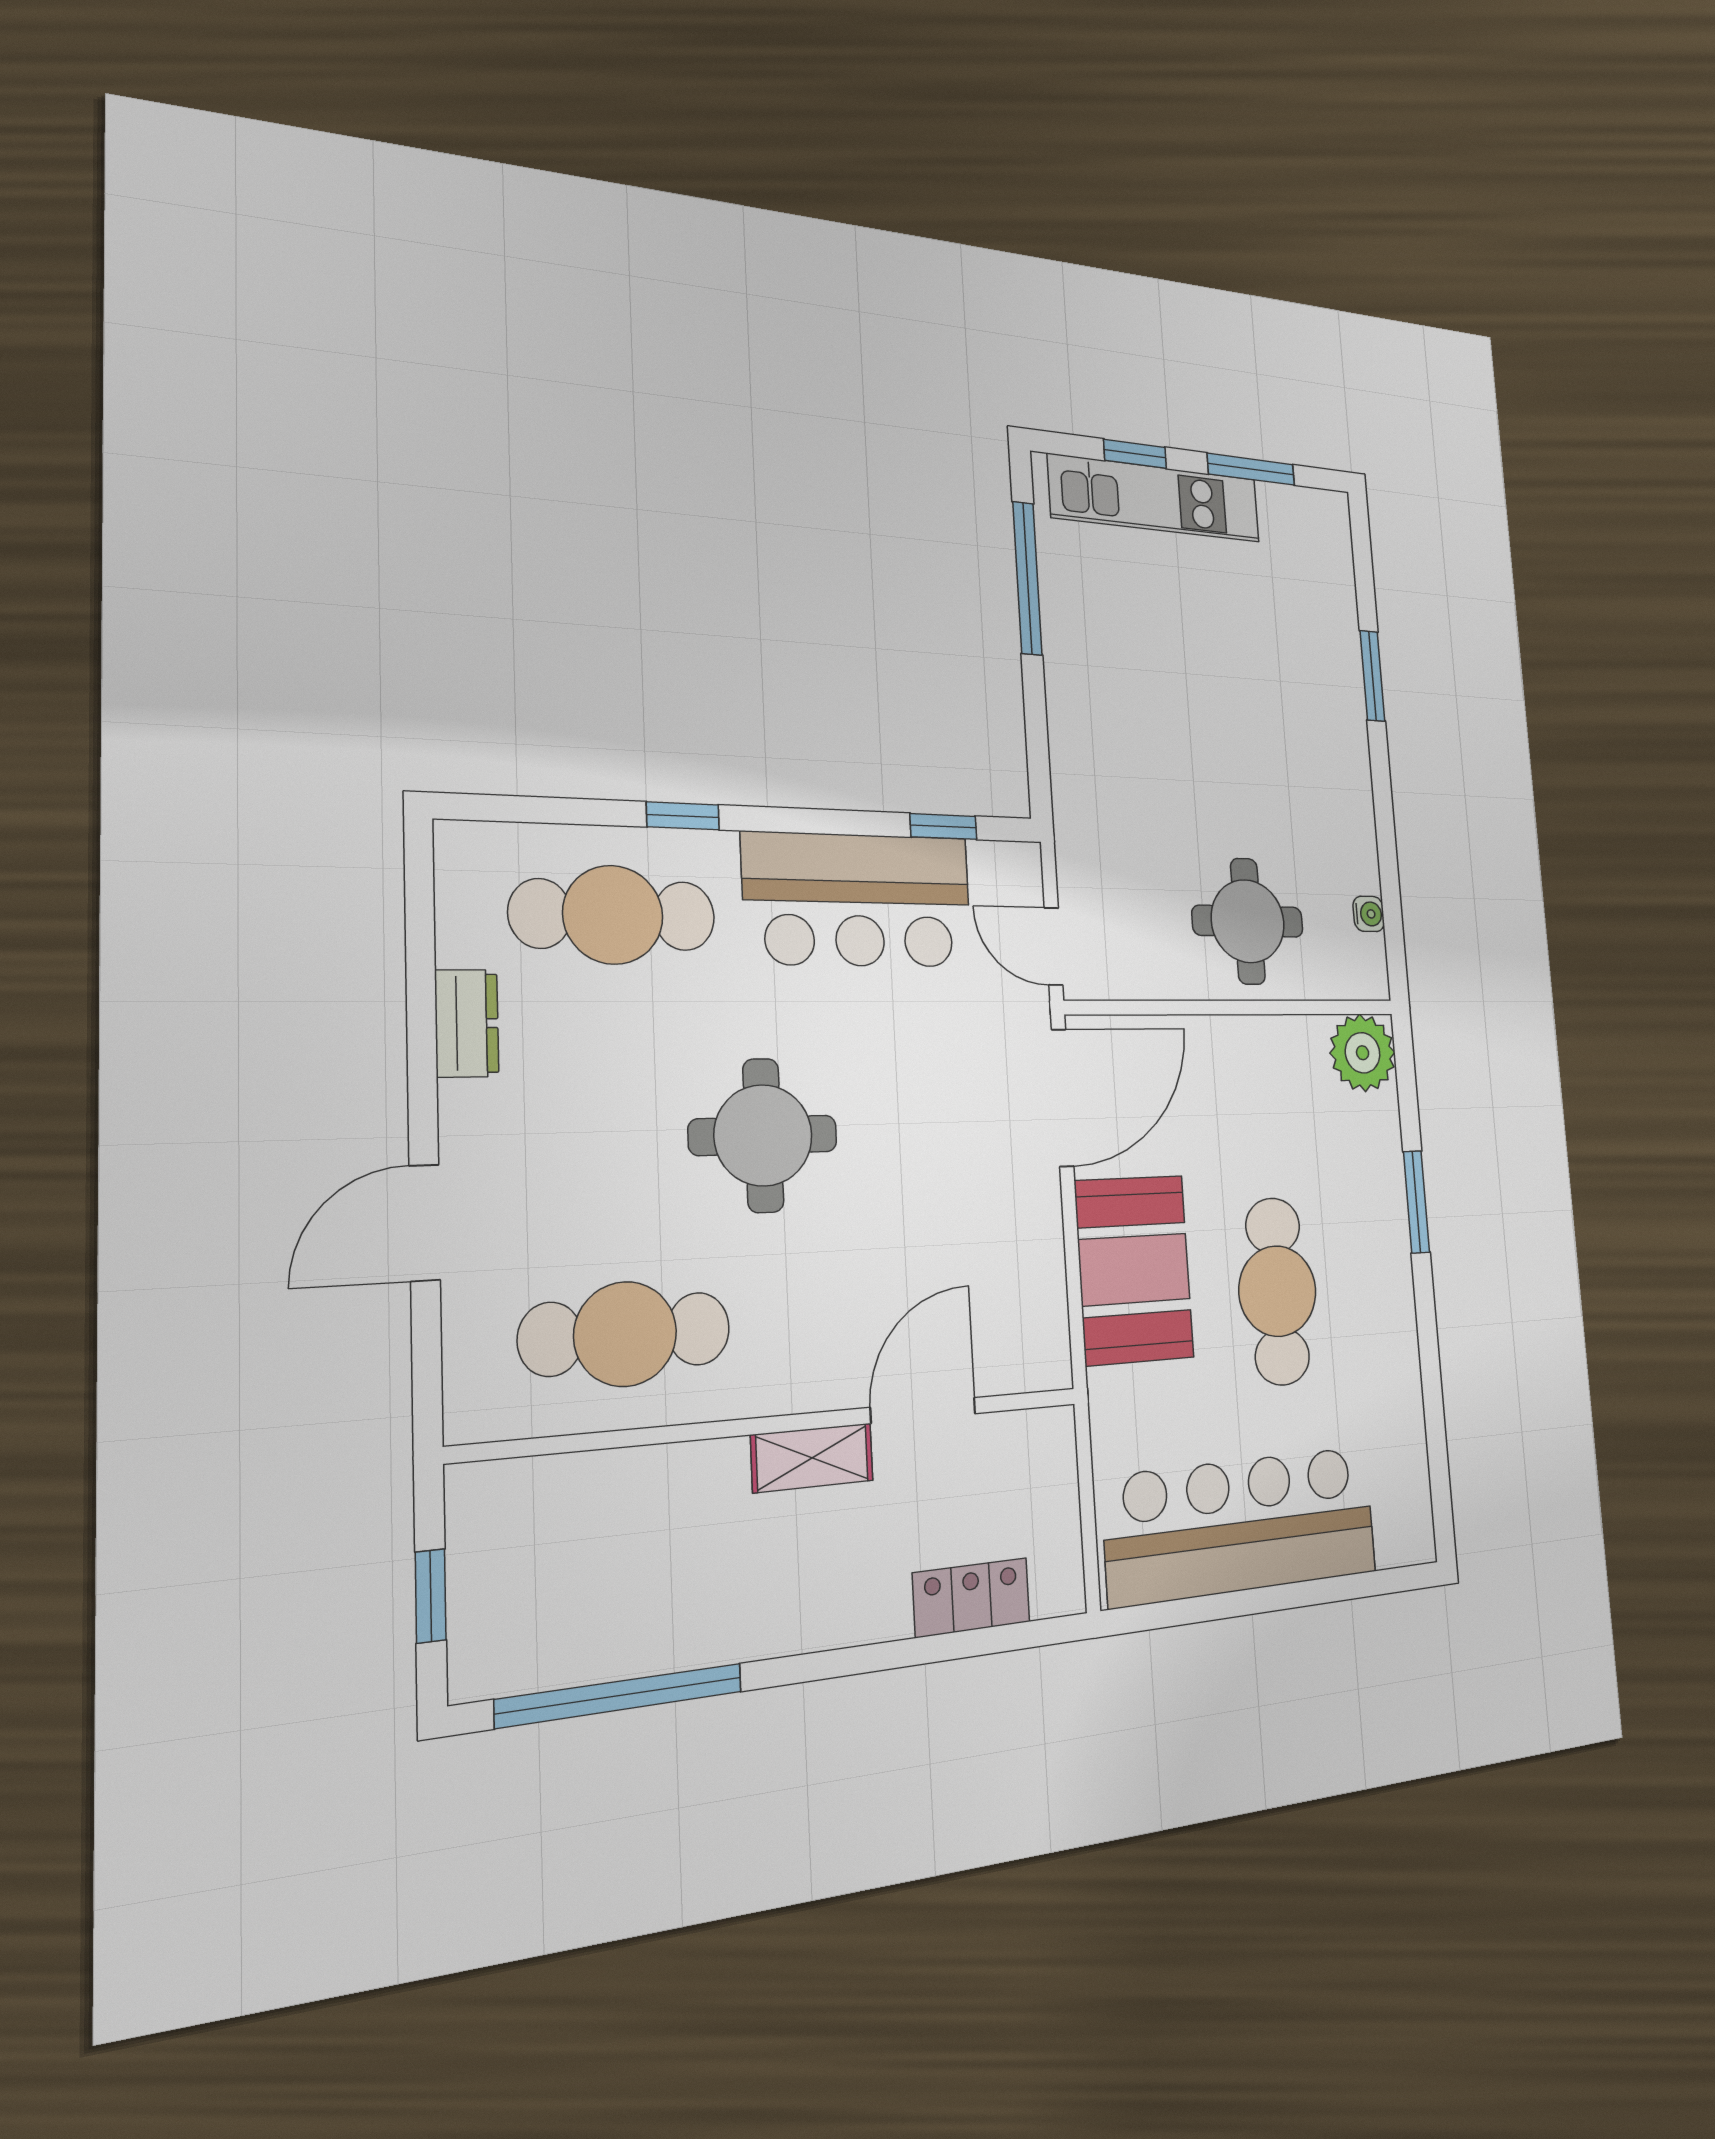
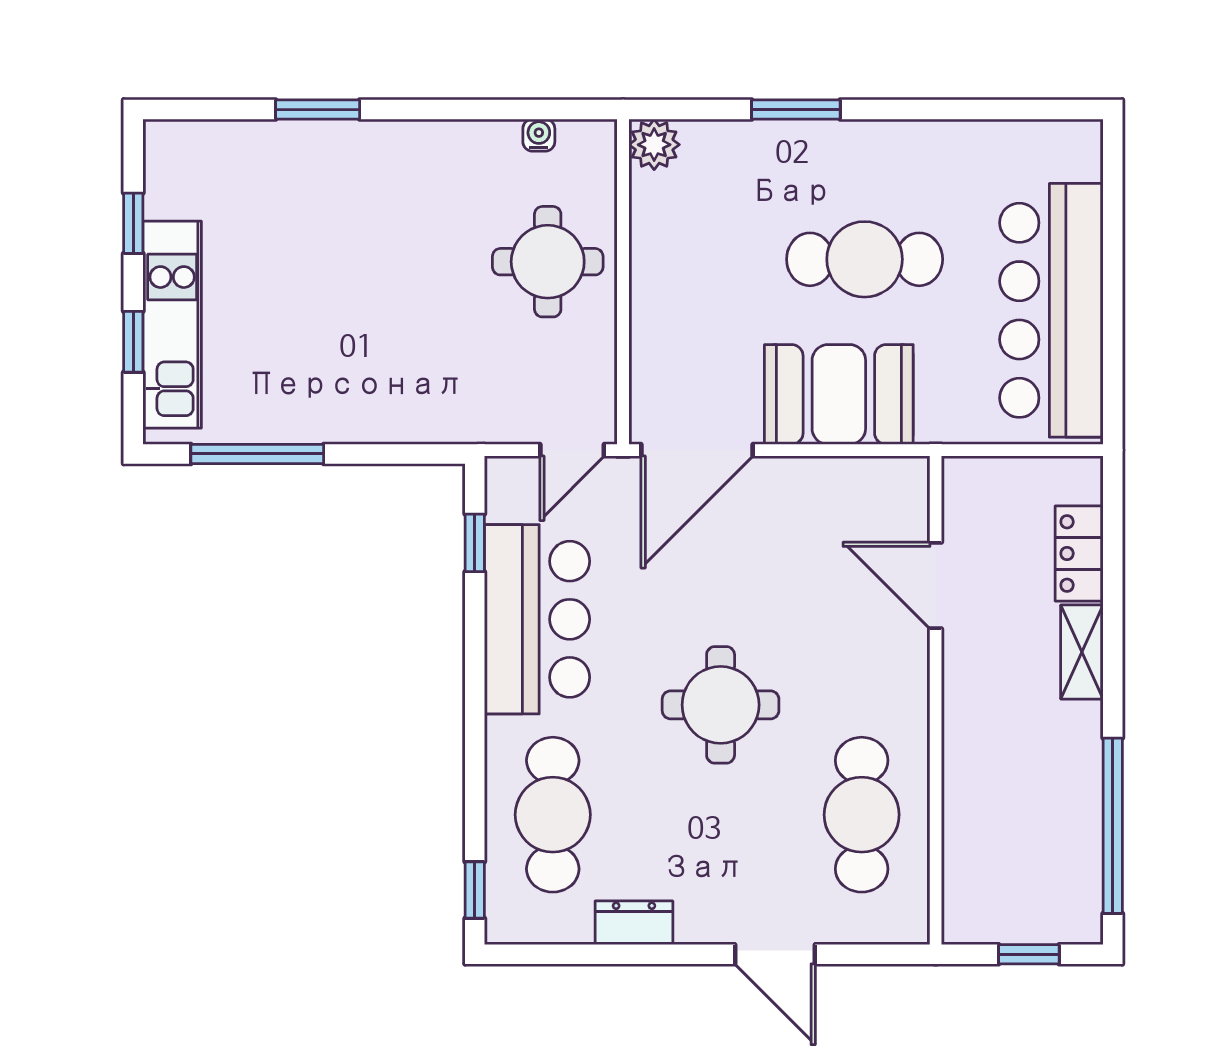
window: (1251, 469) -> (133, 223), width x0.67
window: (683, 816) -> (475, 890), moved
plant: (1363, 1053) -> (654, 145), width x0.73, depth x0.73
door: (1063, 1098) -> (697, 450), swing flipped
shelving: (812, 1458) -> (1082, 652), moved

